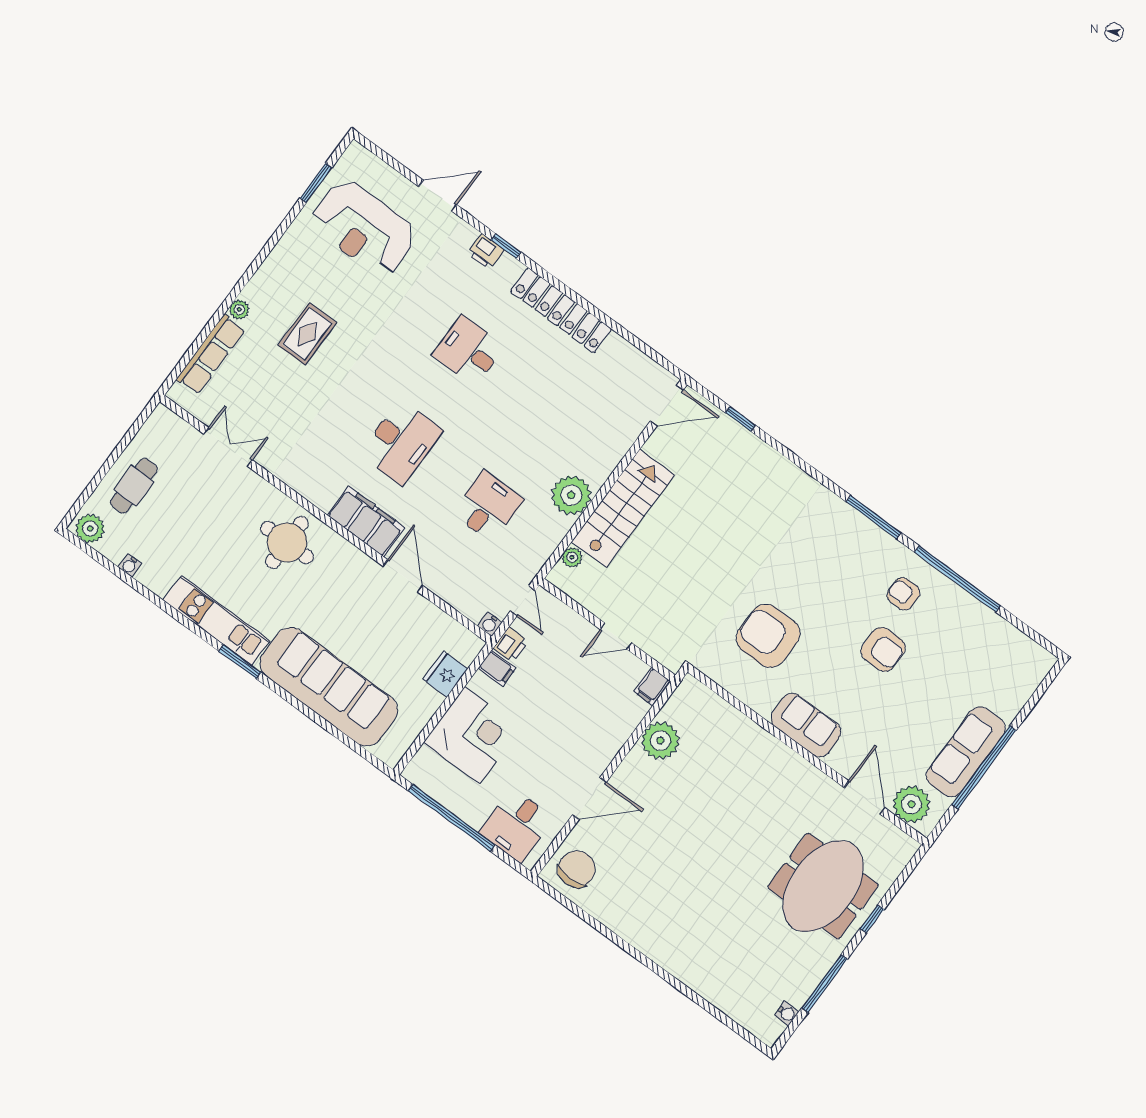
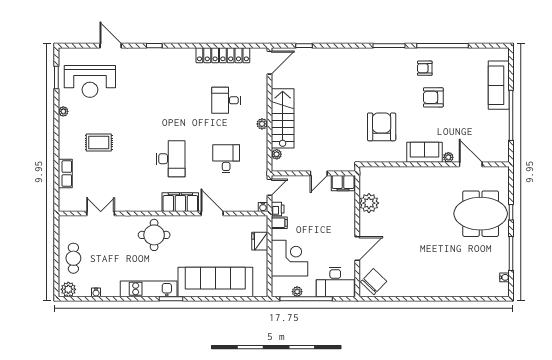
door: (438, 196) -> (111, 46), hinge flipped
printer: (486, 252) -> (148, 54), removed
plant: (239, 310) -> (63, 111), moved
locker: (561, 310) -> (223, 55), moved
rug: (307, 334) -> (99, 143), turned 90
desk: (469, 351) -> (226, 100), moved
row of seats: (211, 354) -> (65, 174), width x0.68
plant: (571, 495) -> (262, 124), width x0.53, depth x0.53
door: (523, 601) -> (269, 187), hinge flipped
armchair: (768, 636) -> (382, 127), turned 90
armchair: (883, 649) -> (433, 97), turned 180
filing cabinet: (652, 686) -> (343, 183), width x2.00
sofa: (966, 752) -> (499, 85), moved
plant: (446, 796) -> (297, 292), added
plant: (911, 804) -> (448, 157), moved, width x0.53, depth x0.53
desk: (516, 825) -> (335, 282), width x1.37
chair: (577, 869) -> (374, 282), turned 44
meeting table: (823, 886) -> (481, 214), turned 90

